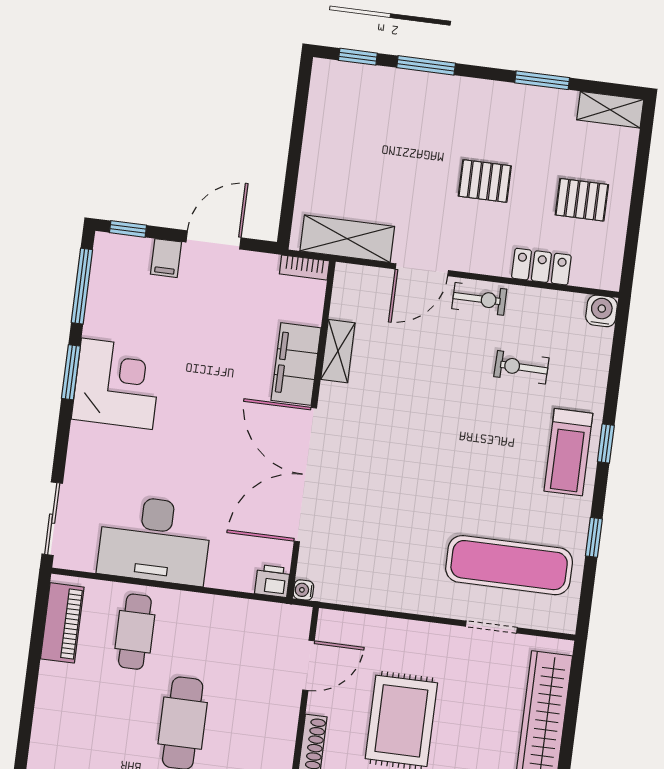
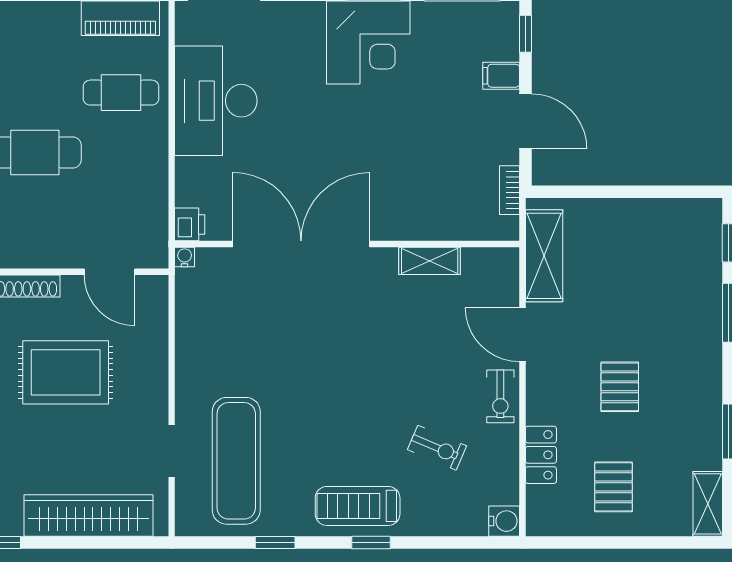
bookcase: (304, 267) -> (510, 190), moved
filing cabinet: (296, 364) -> (411, 220), removed
exercise bike: (521, 367) -> (437, 448), turned 112

